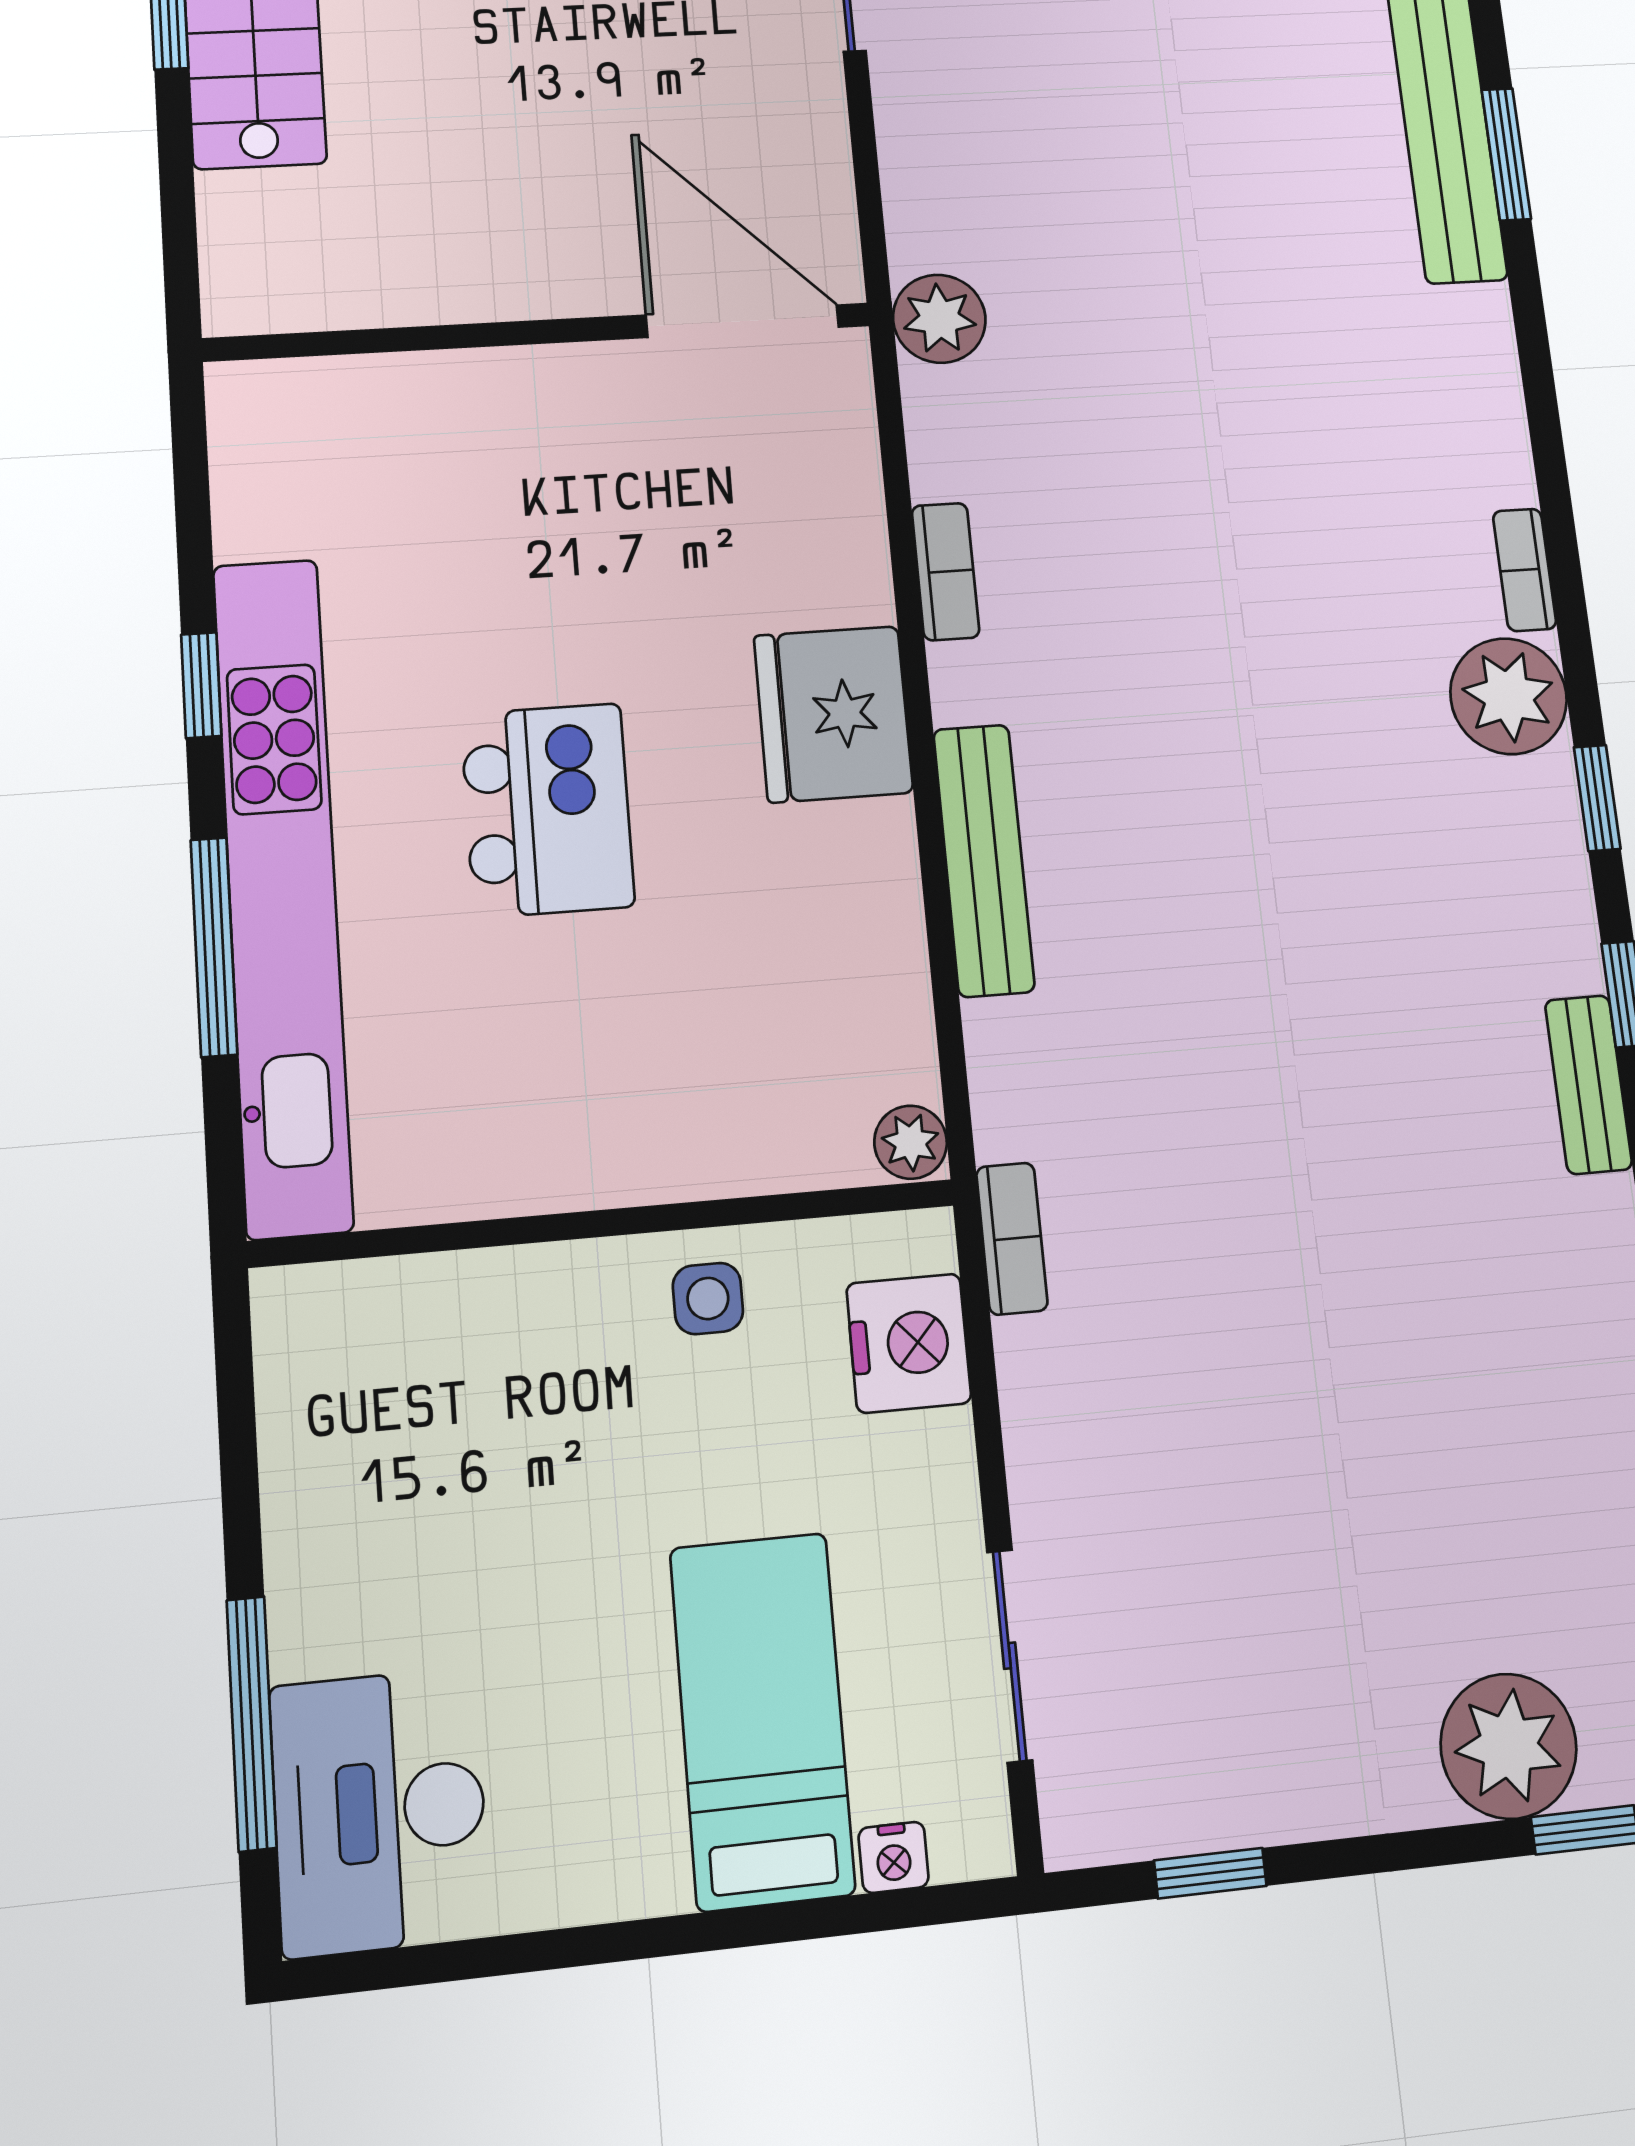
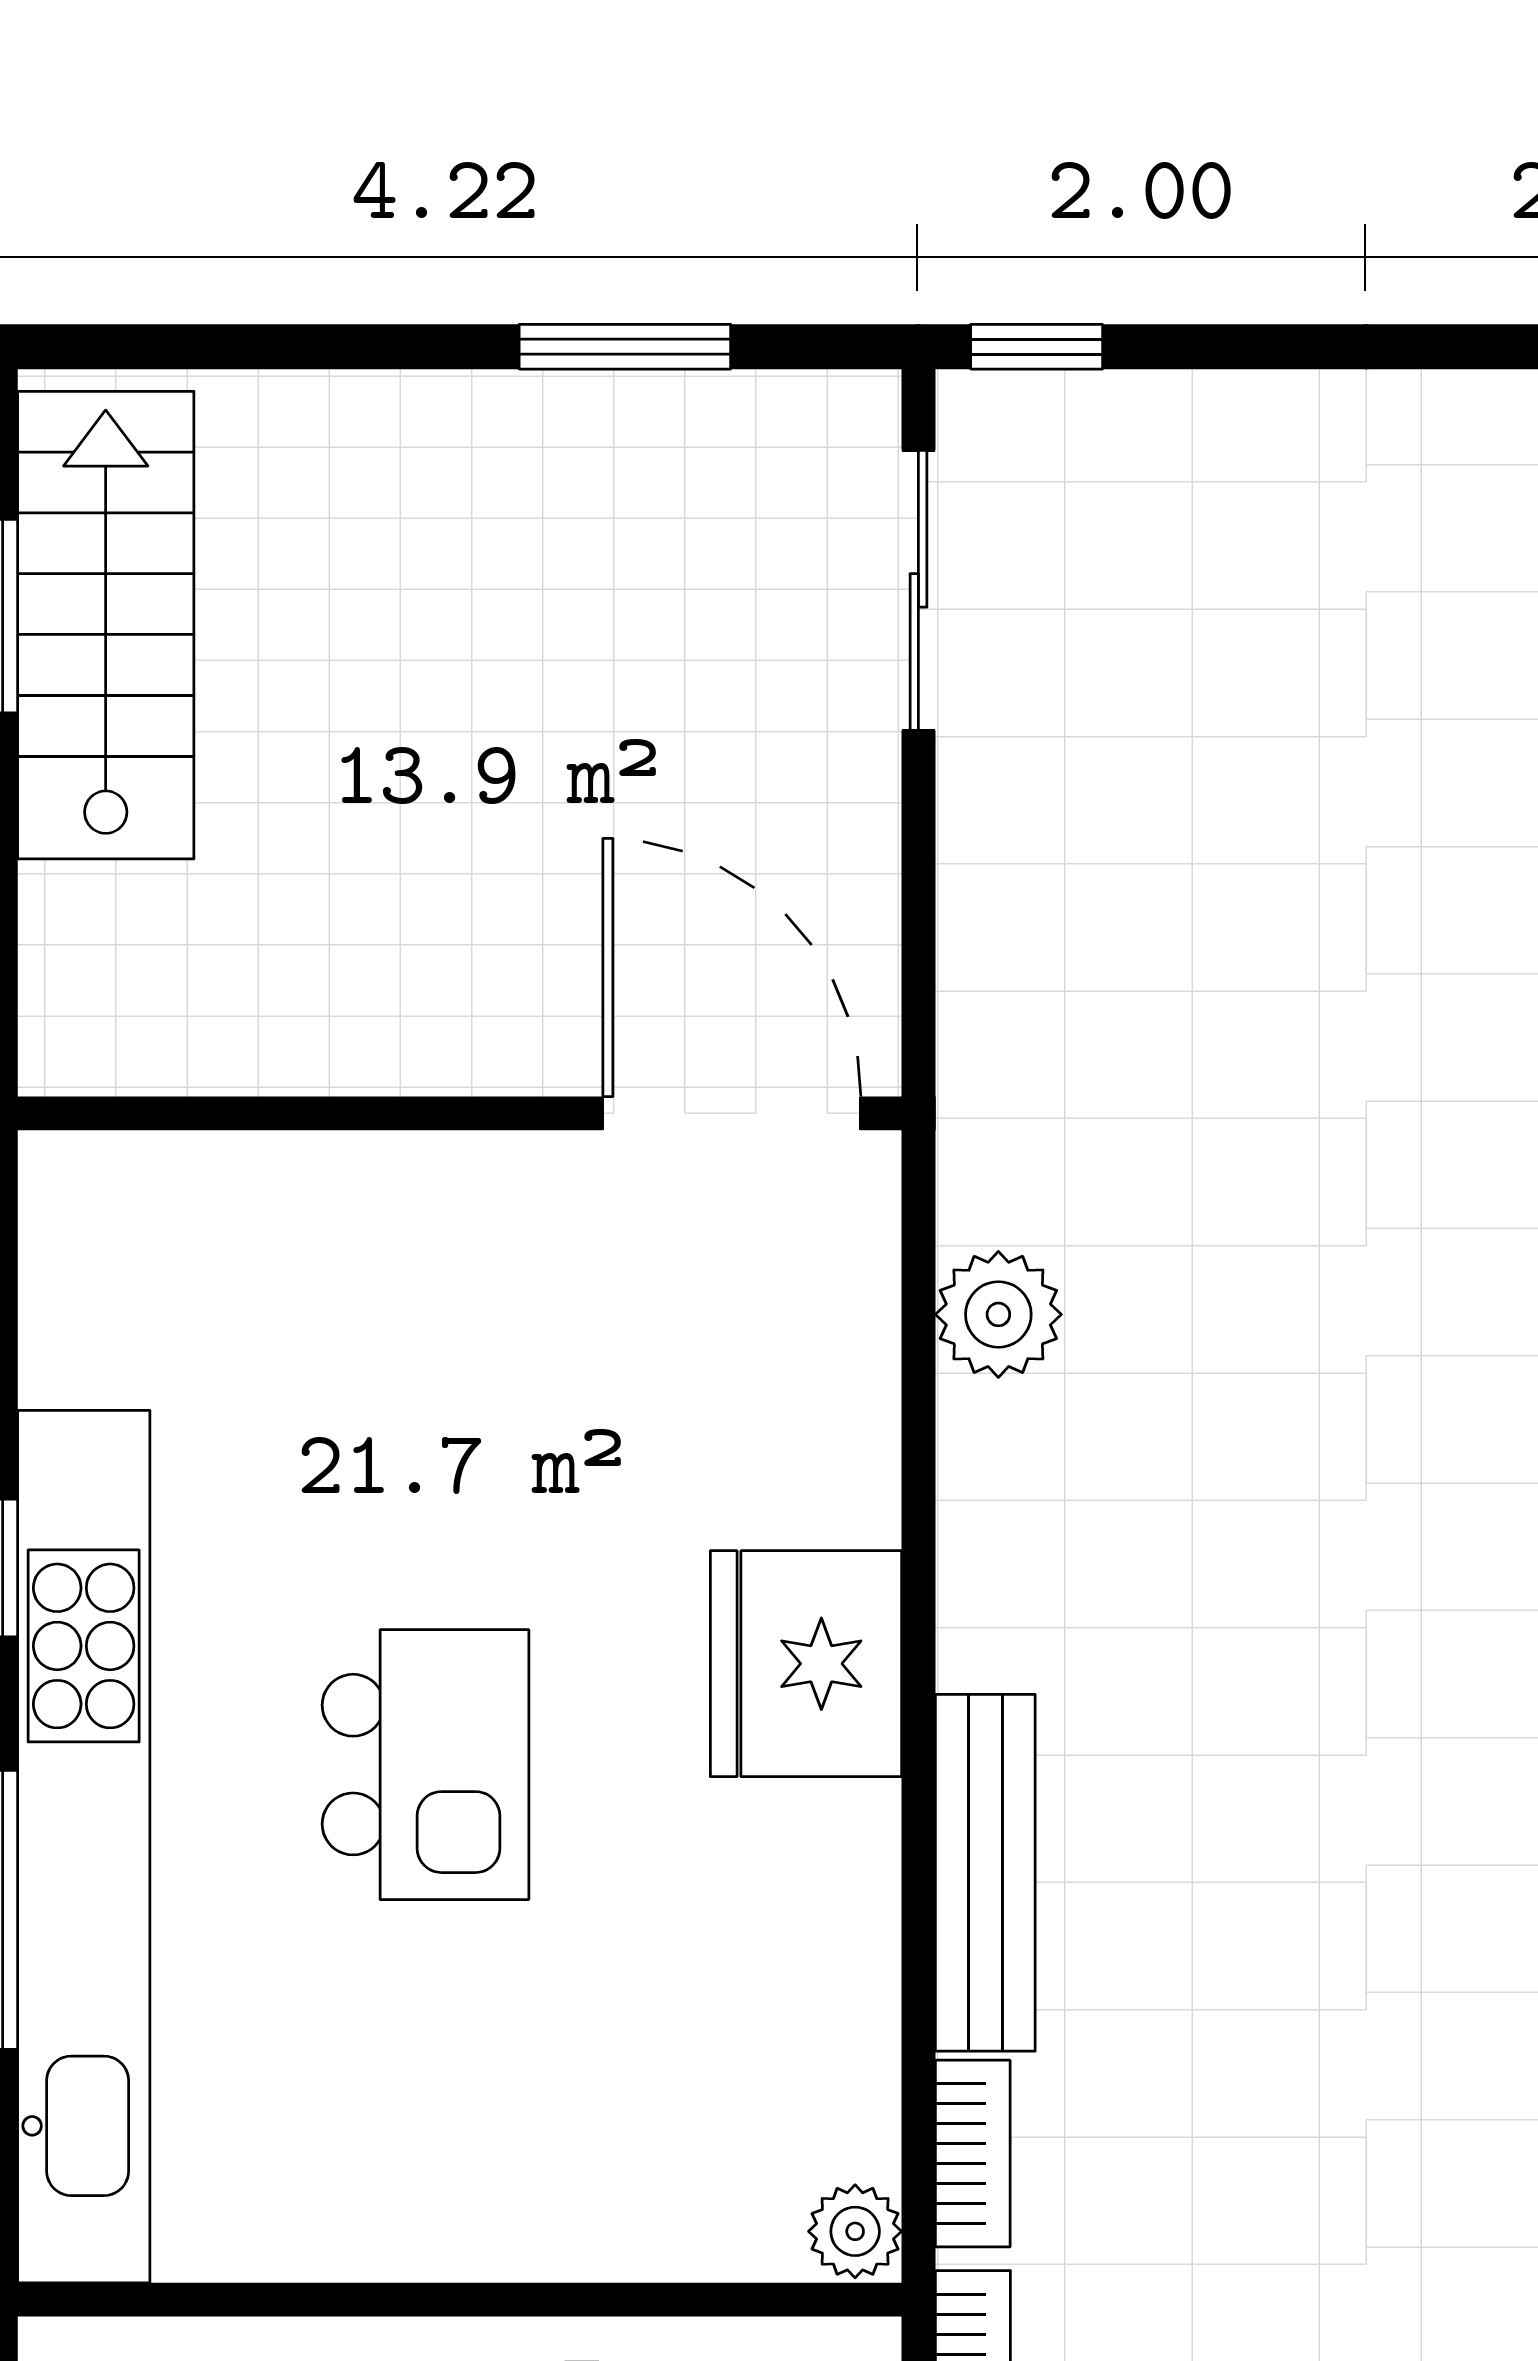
plant: (939, 319) -> (998, 1314), moved
bookcase: (946, 572) -> (973, 2154), moved

